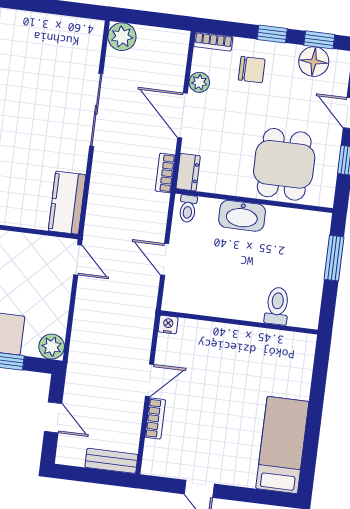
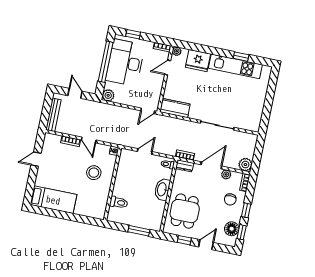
plant: (122, 37) -> (245, 165), moved
dining table: (284, 164) -> (185, 211), turned 90
stool: (218, 364) -> (94, 173), added
door: (53, 417) -> (75, 93), swing flipped
bench: (111, 461) -> (53, 115), width x1.36

